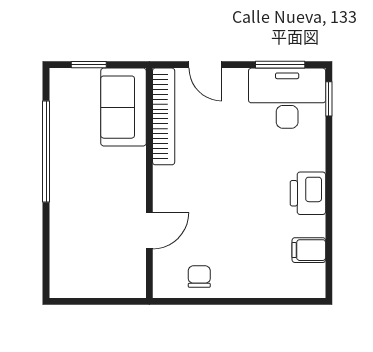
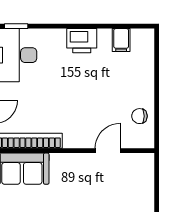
door: (149, 231) -> (108, 151), hinge flipped

